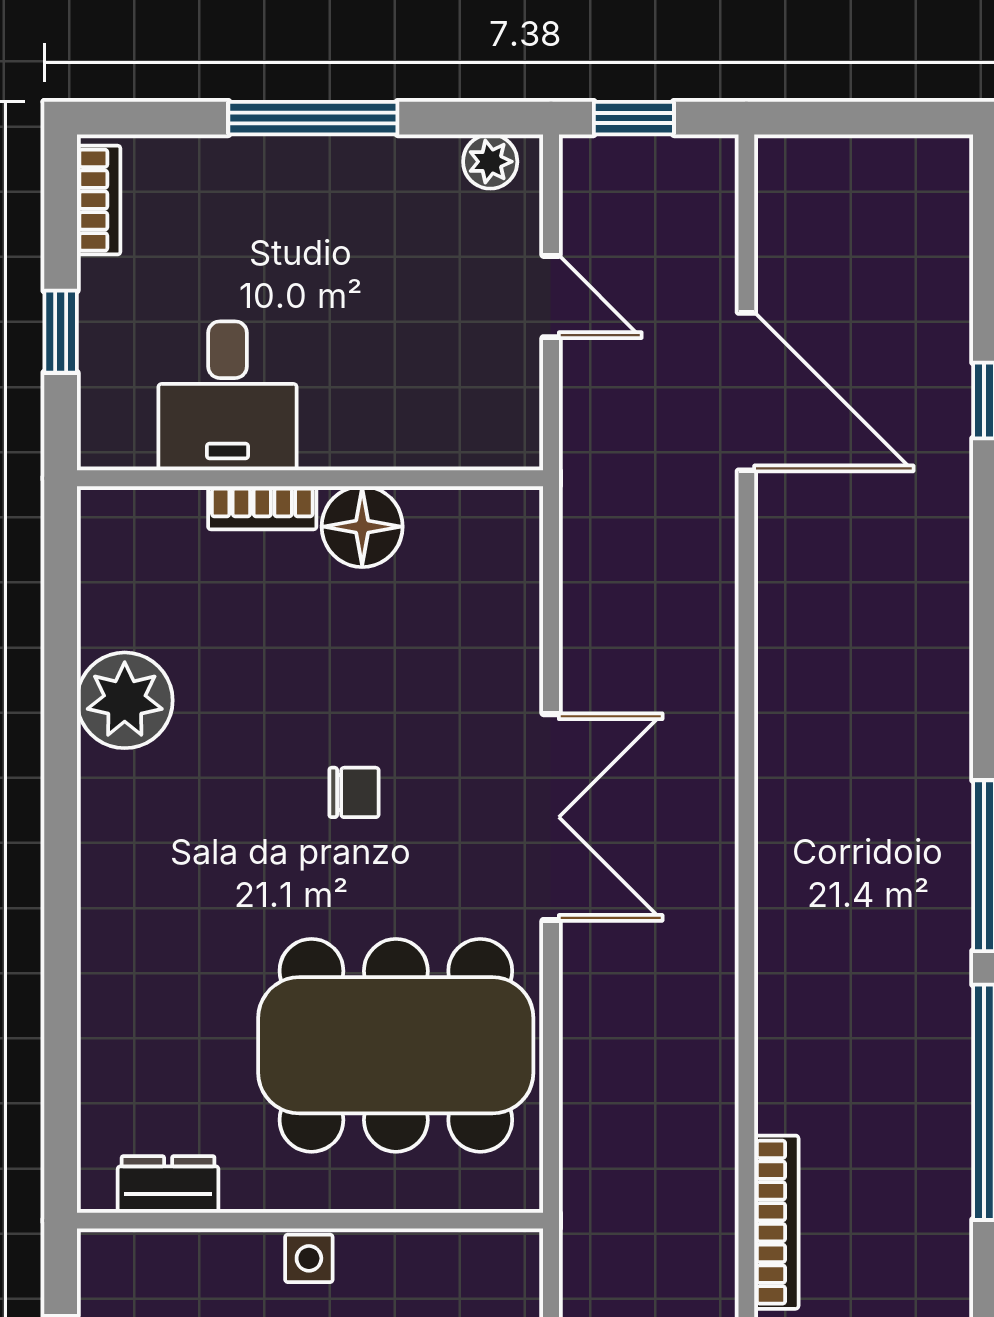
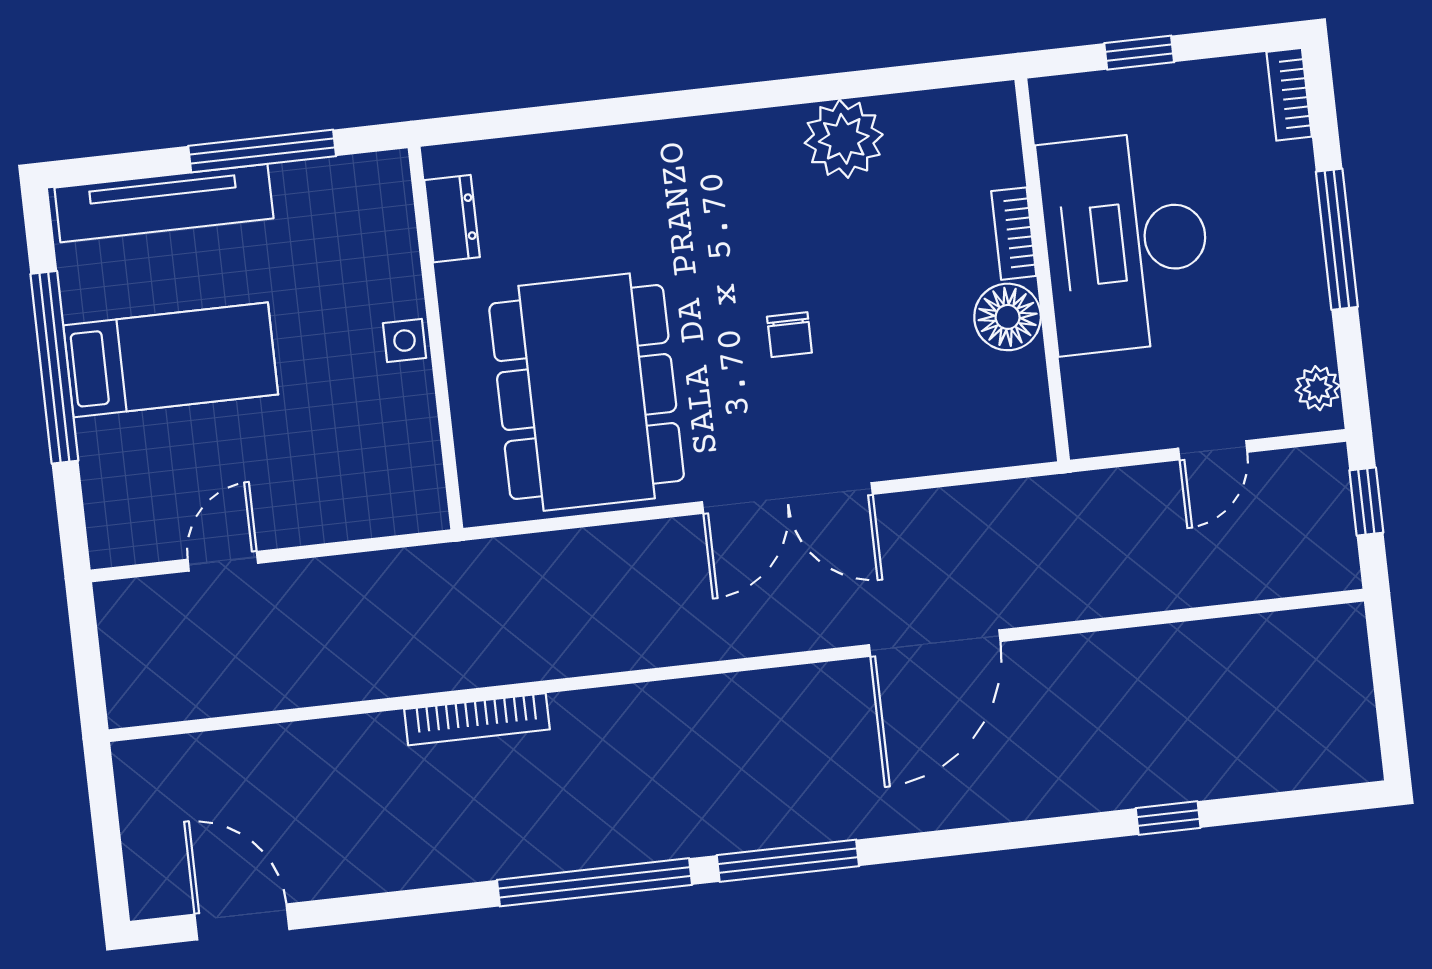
bookcase: (99, 200) -> (1289, 94), moved, turned 90
door: (746, 392) -> (935, 643), moved
desk: (228, 396) -> (1126, 242), width x1.87, depth x1.30

